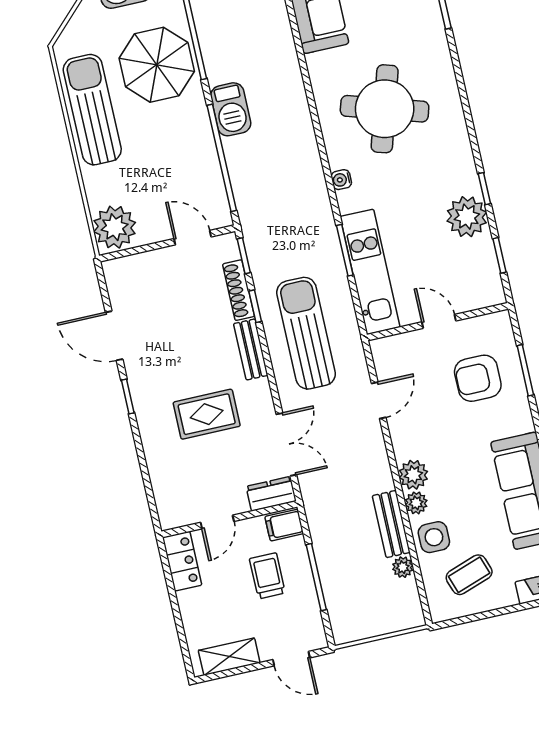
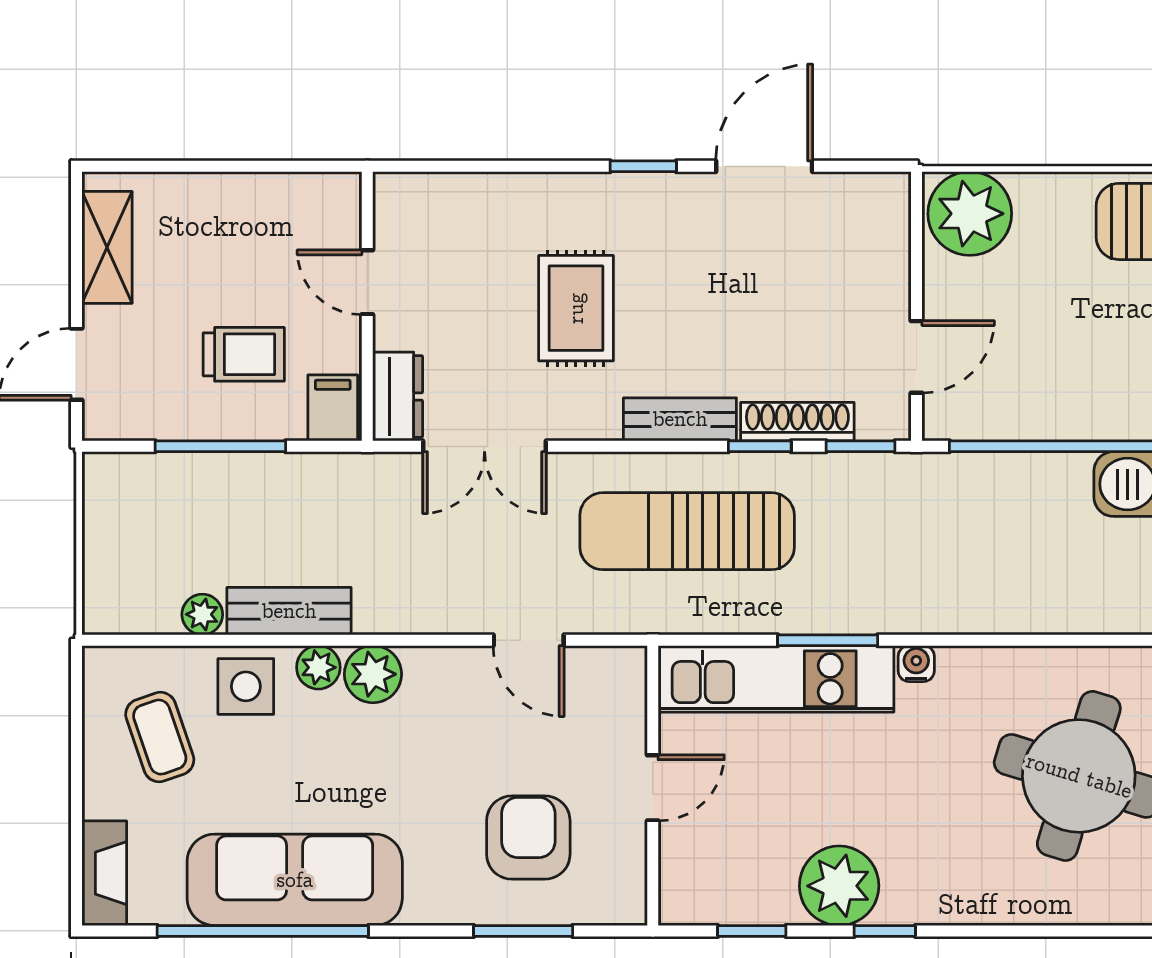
water cooler: (341, 180) -> (916, 664), moved
sun lounger: (306, 333) -> (687, 531), turned 180
locker: (182, 561) -> (308, 199), removed

